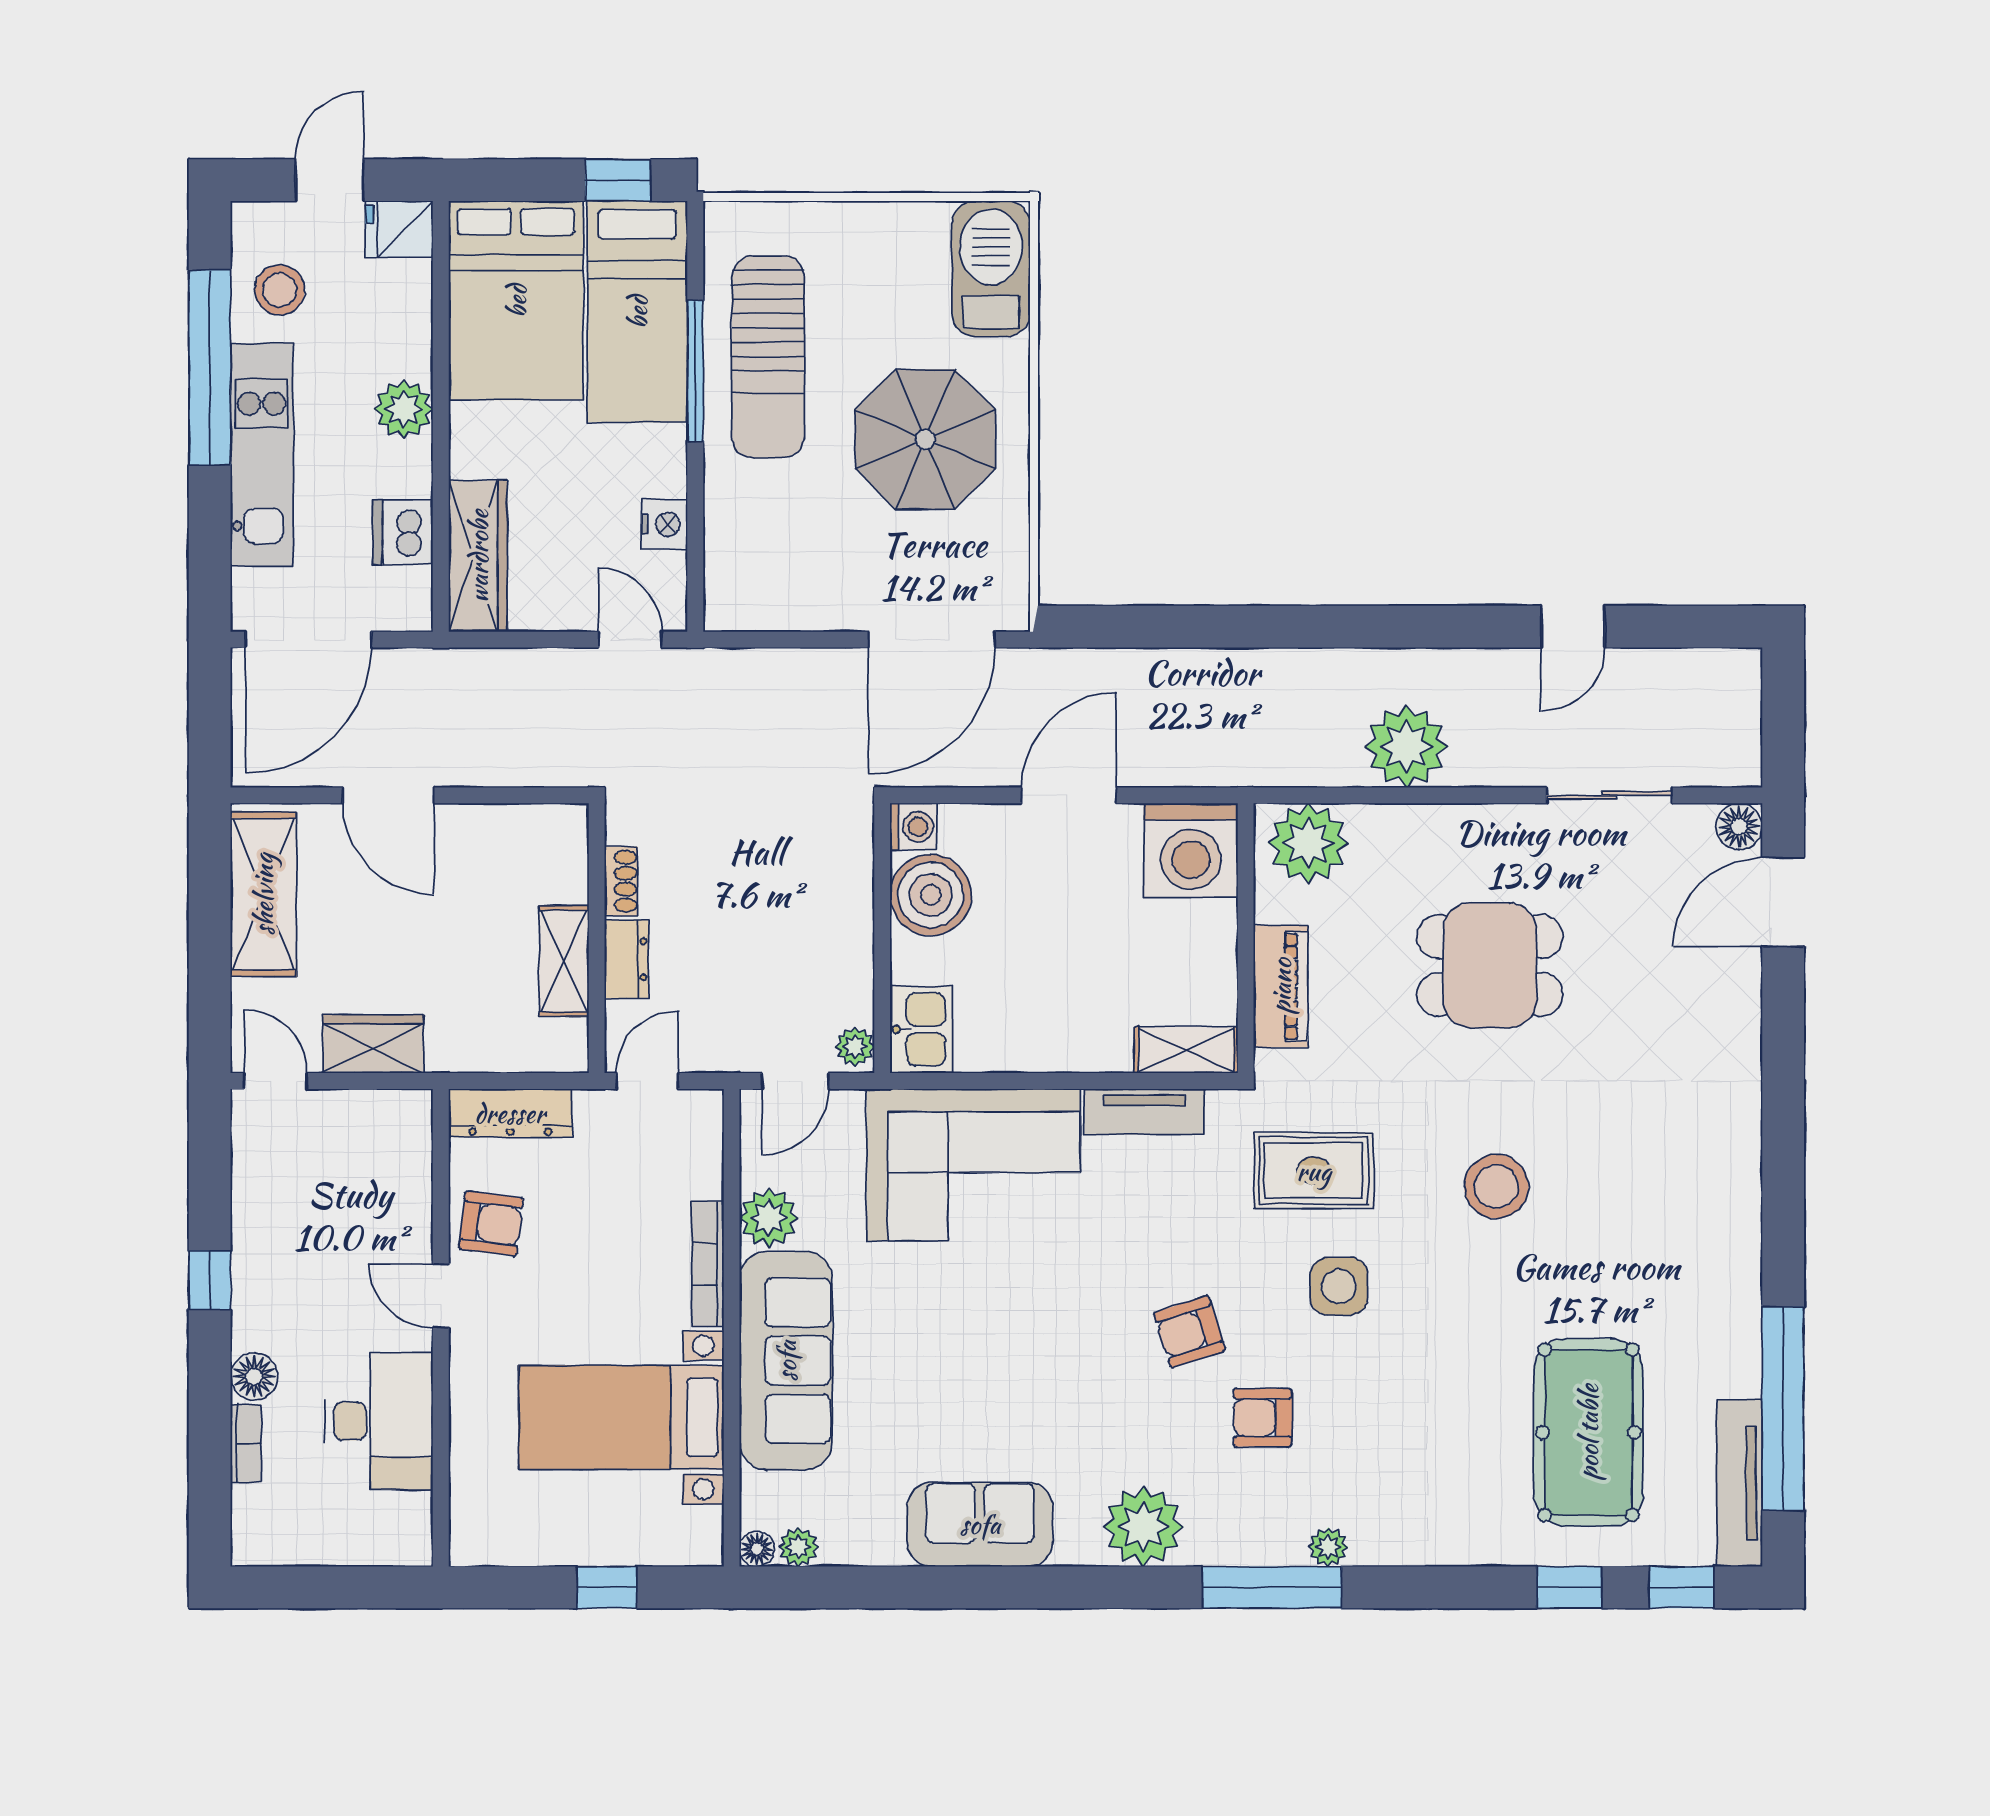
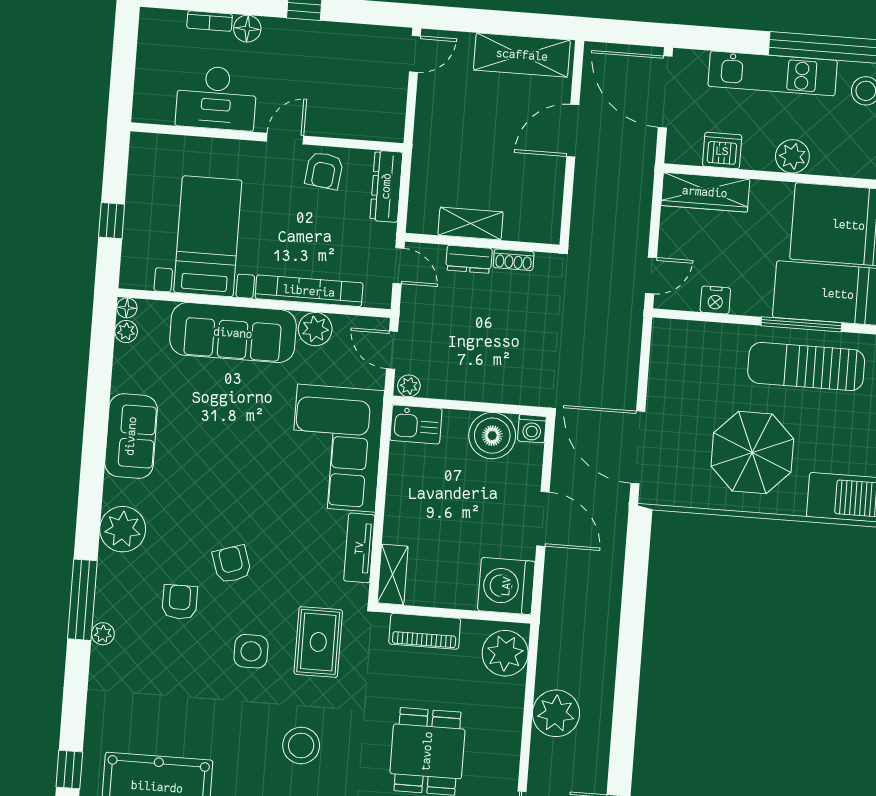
wardrobe: (373, 1044) -> (432, 111), removed
bookcase: (708, 1264) -> (309, 291), width x1.48, depth x1.31

